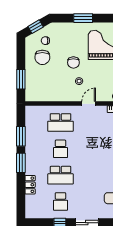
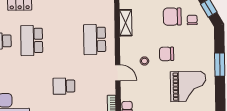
shelving: (47, 96) -> (126, 23), added
school desk: (60, 149) -> (64, 86), moved

